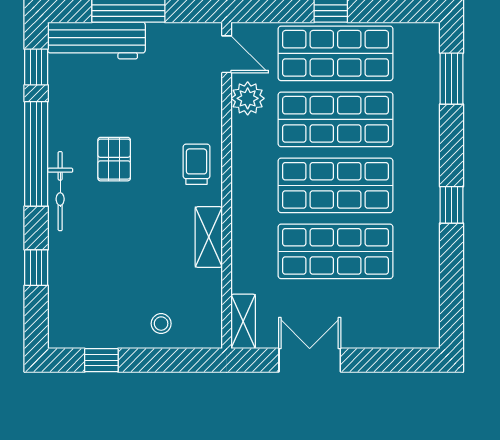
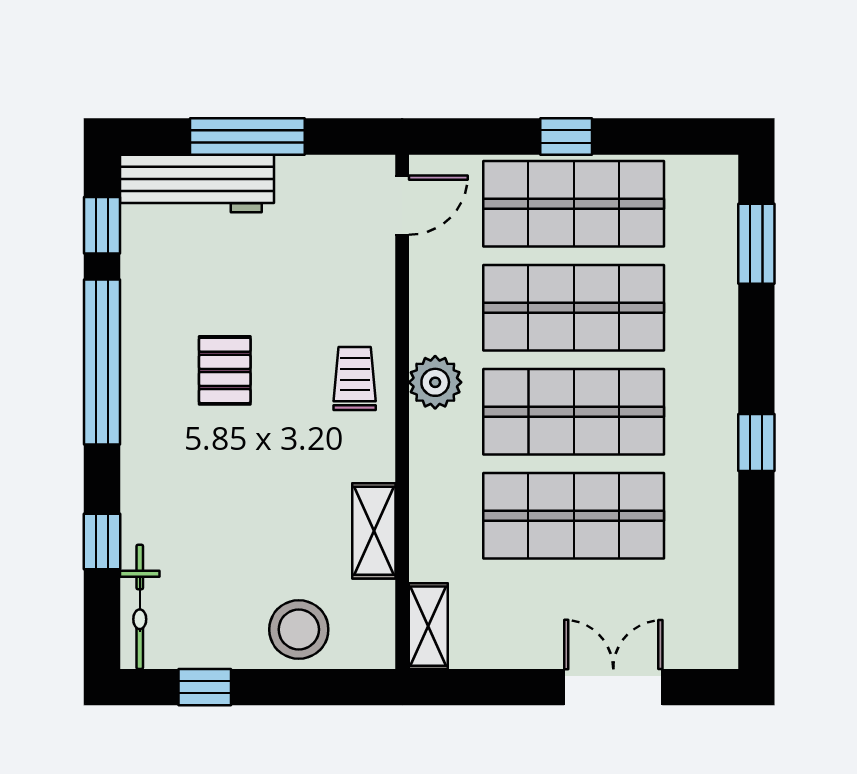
door: (227, 54) -> (402, 205), hinge flipped
plant: (248, 98) -> (435, 382), moved
bicycle: (60, 191) -> (140, 607), moved
shelving: (209, 237) -> (374, 531), moved
stool: (161, 324) -> (299, 630), width x1.89, depth x1.89
double door: (310, 360) -> (613, 687), moved

